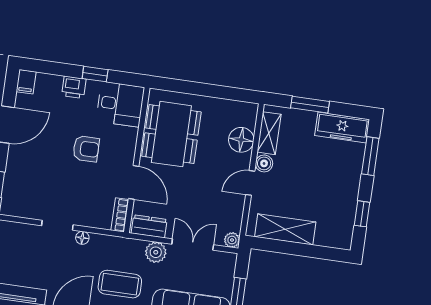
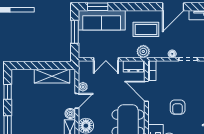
armchair: (86, 149) -> (178, 107), turned -90
plant: (232, 240) -> (83, 87), moved
plant: (156, 252) -> (143, 51), moved

